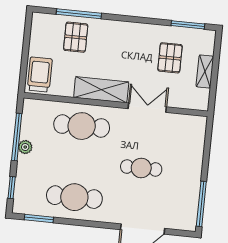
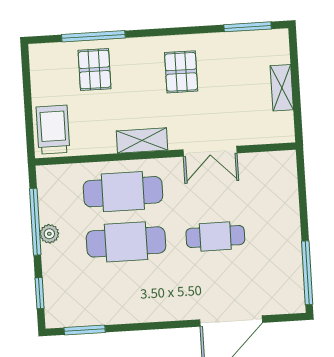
pallet: (170, 58) -> (181, 72), moved
shelving: (101, 90) -> (142, 140), width x0.67, depth x0.75
double door: (147, 108) -> (210, 151), swing flipped
cafe table: (74, 197) -> (126, 242), moved

